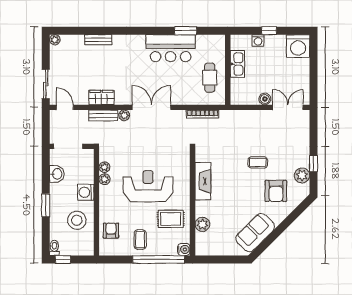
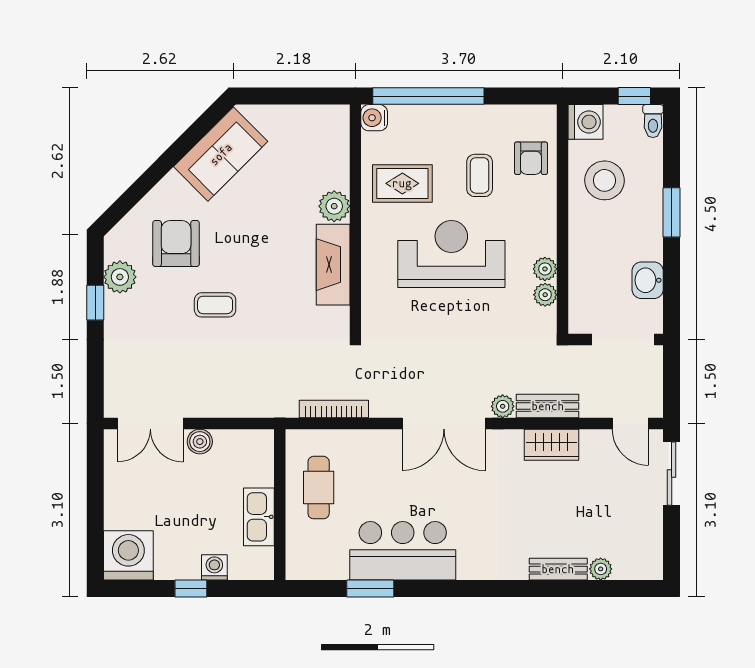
plant: (55, 40) -> (601, 569), moved
reception desk: (148, 186) -> (451, 254), turned 180
washing machine: (86, 192) -> (586, 122), moved
plant: (202, 224) -> (334, 206), moved
coffee table: (140, 240) -> (480, 175), moved

